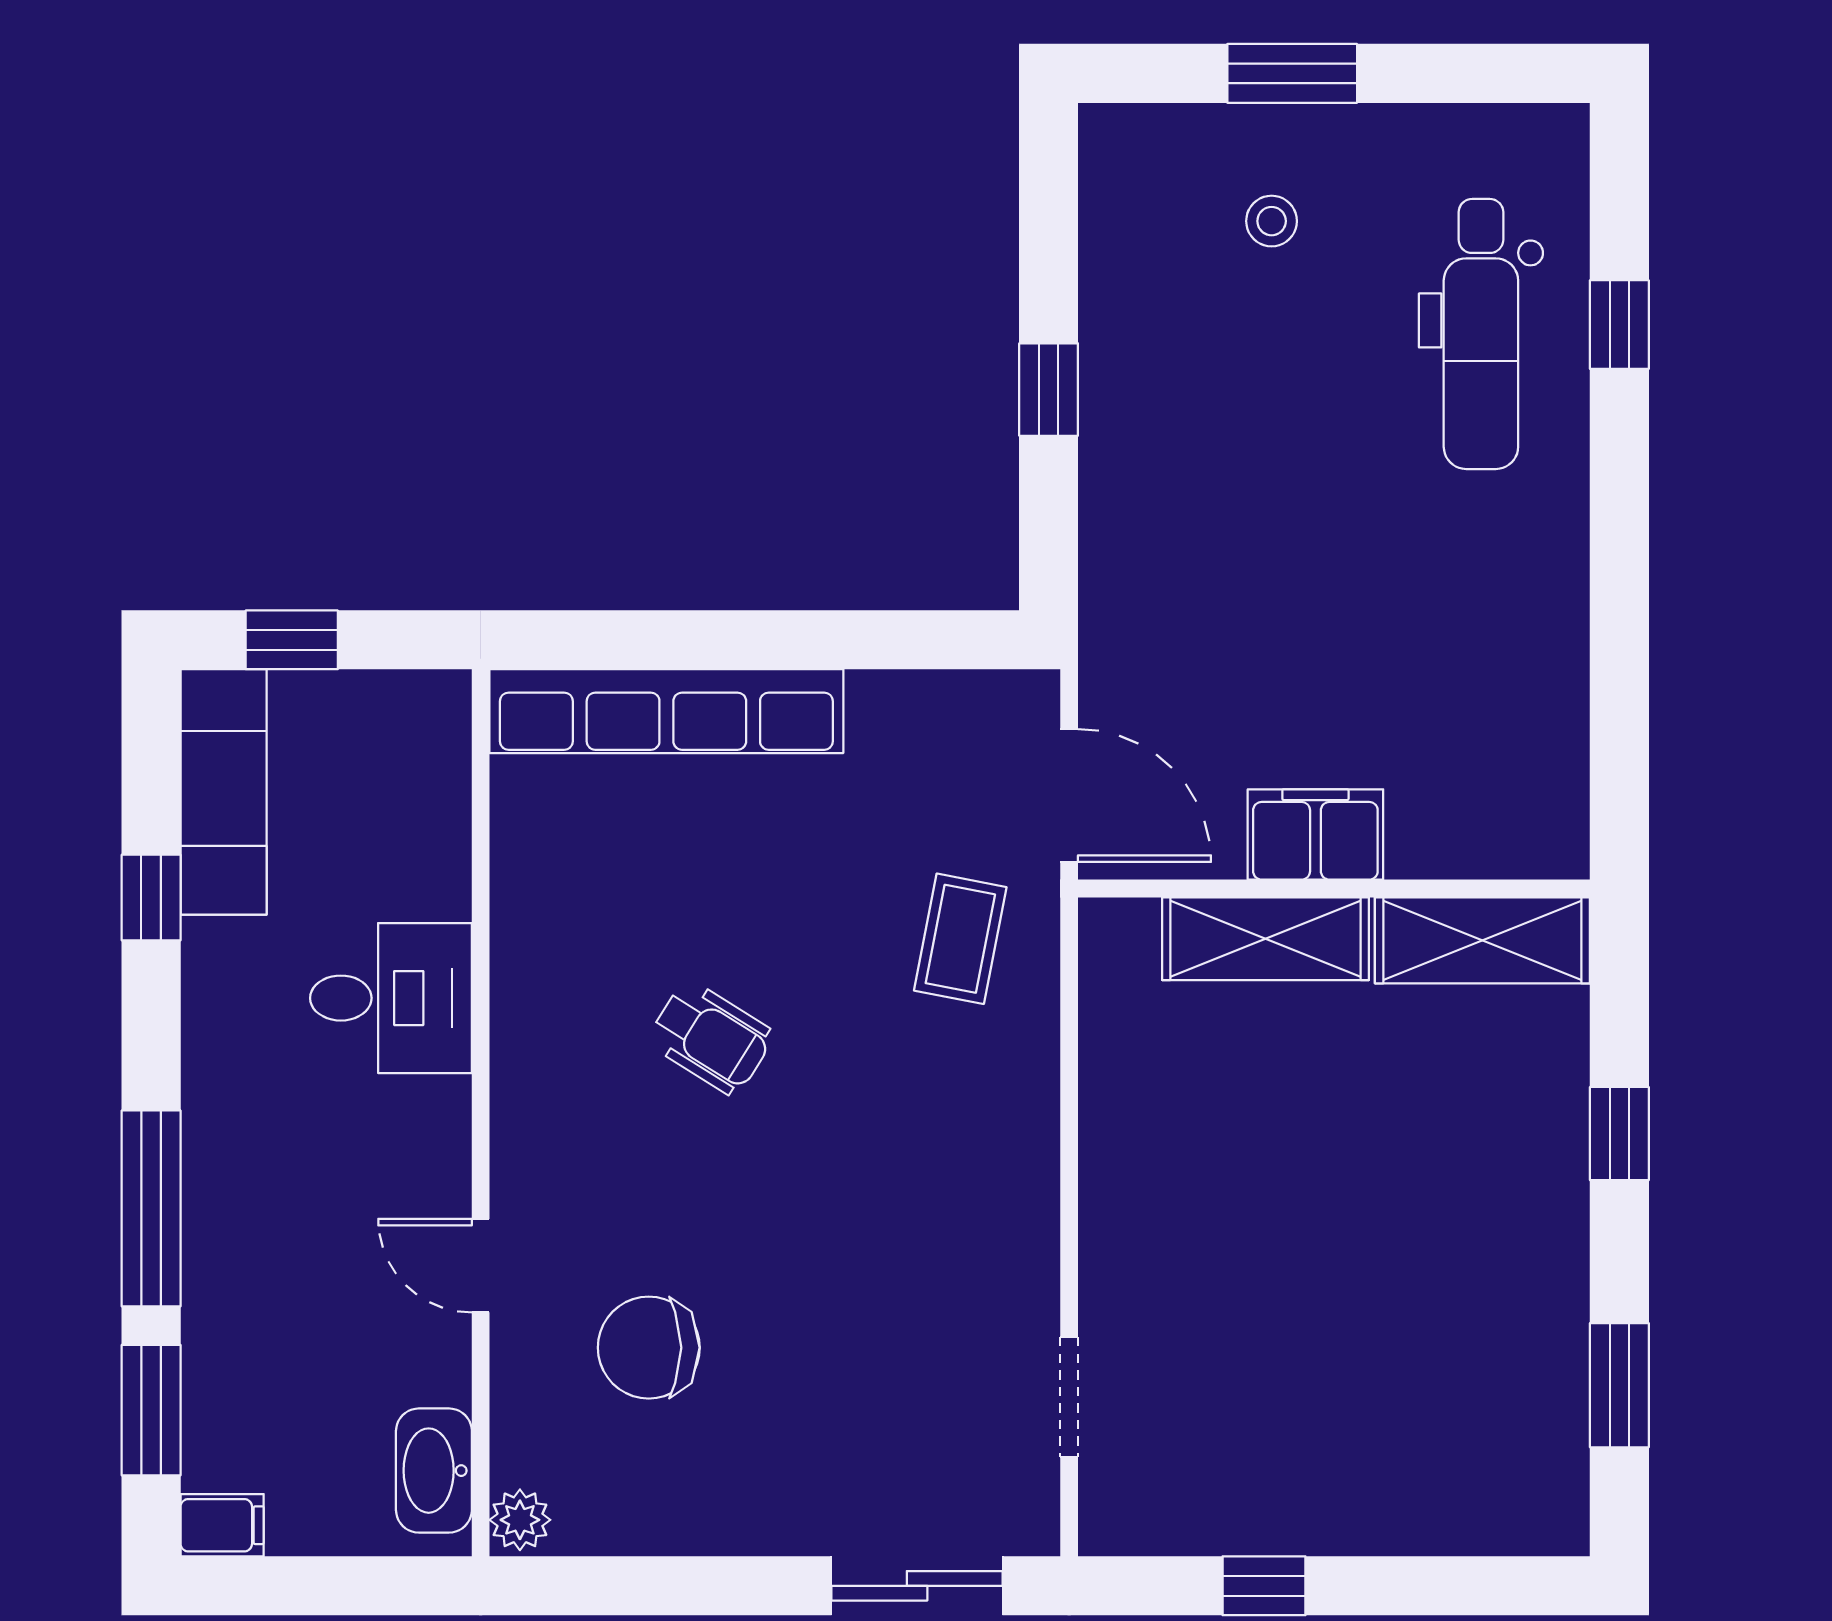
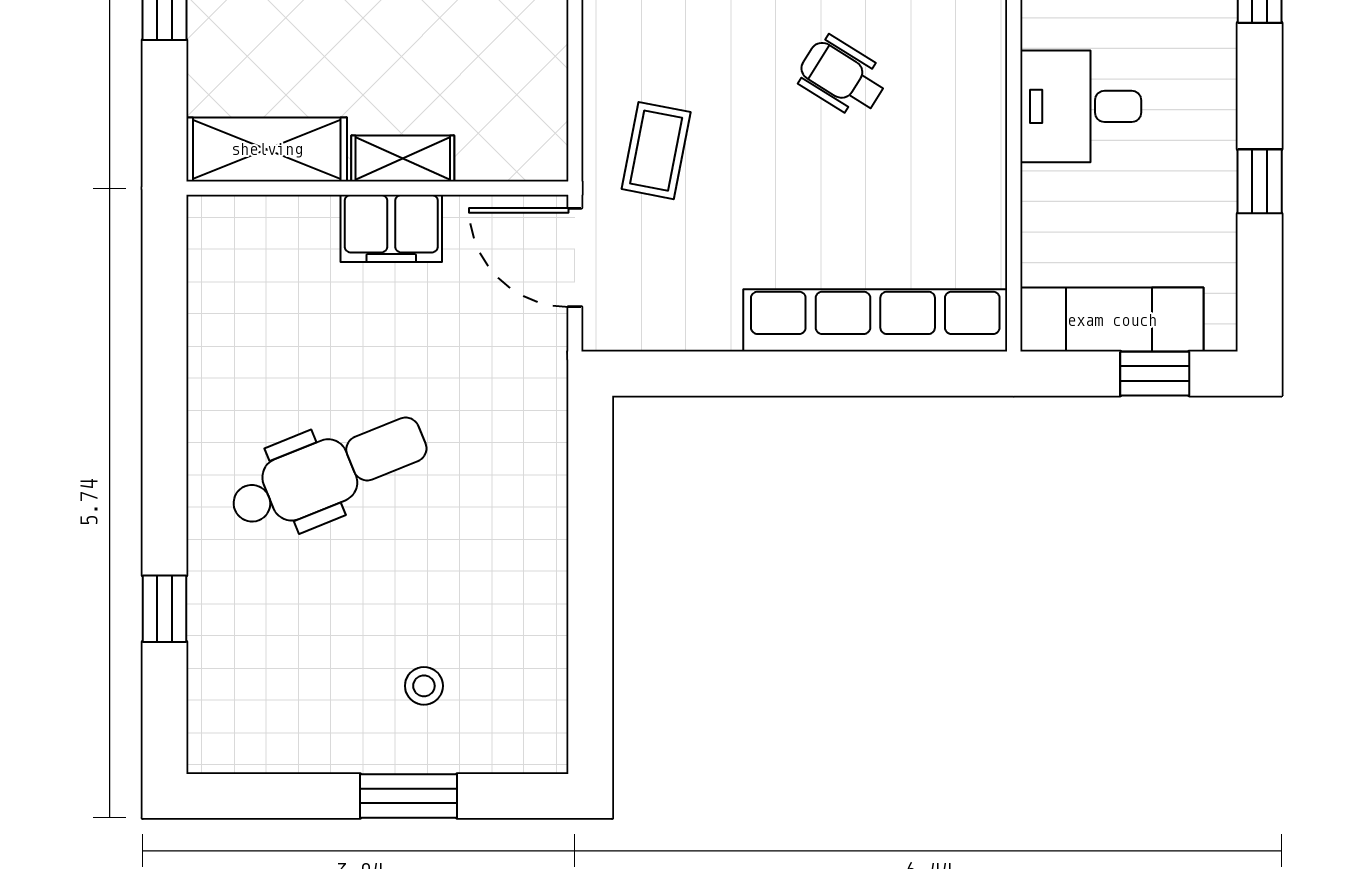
dental chair: (1481, 334) -> (328, 472), moved, turned 68
window: (1049, 390) -> (590, 560), removed
exam couch: (224, 792) -> (1112, 320), moved, turned 90
shelving: (1265, 939) -> (403, 158), width x0.67, depth x0.75

